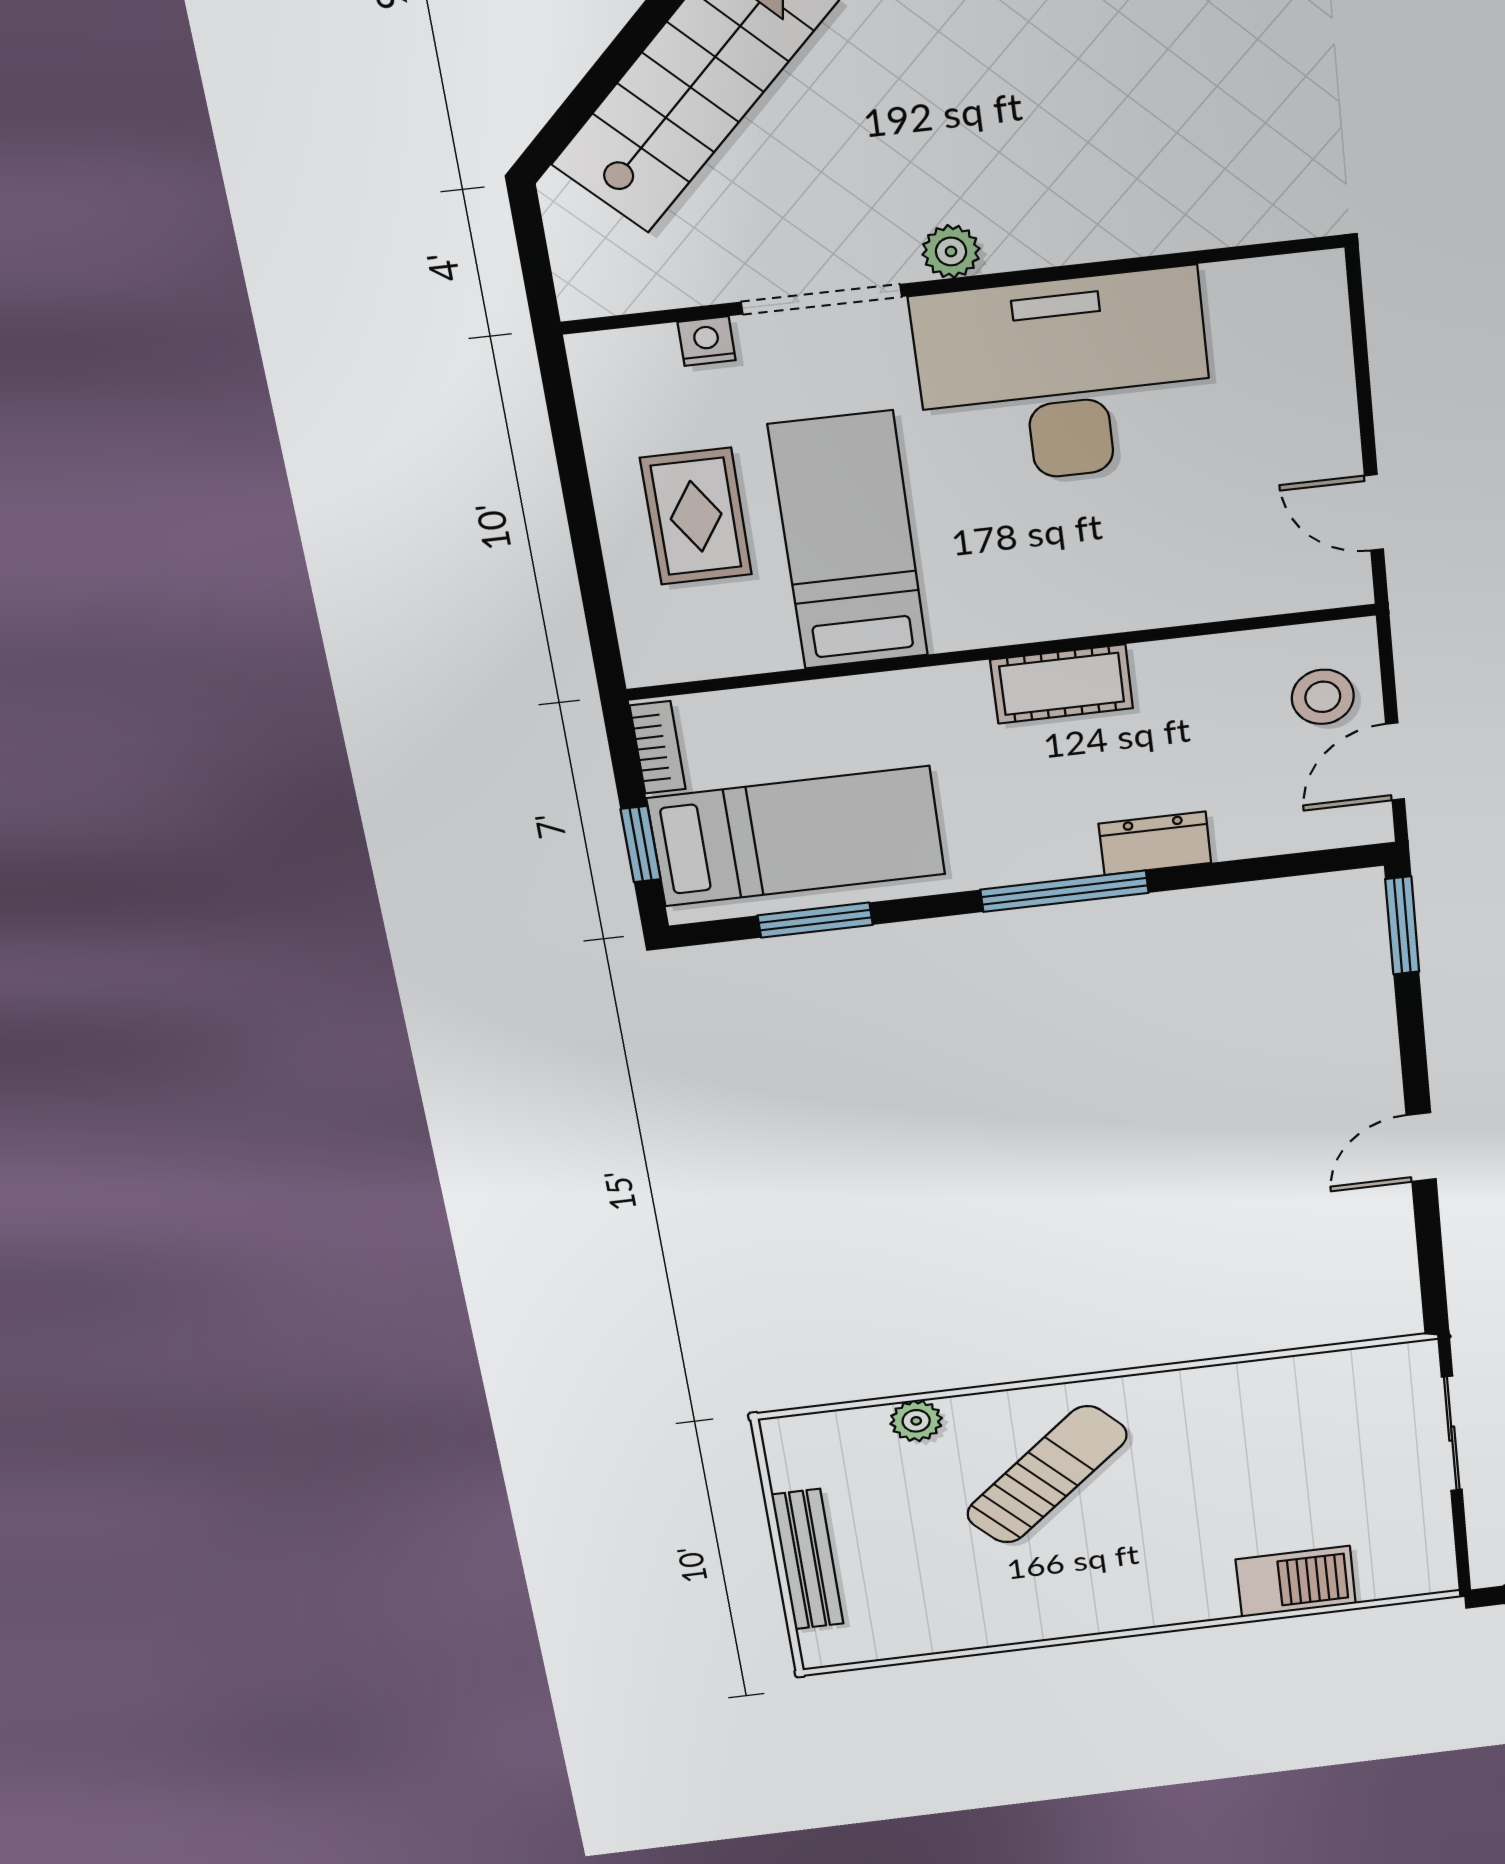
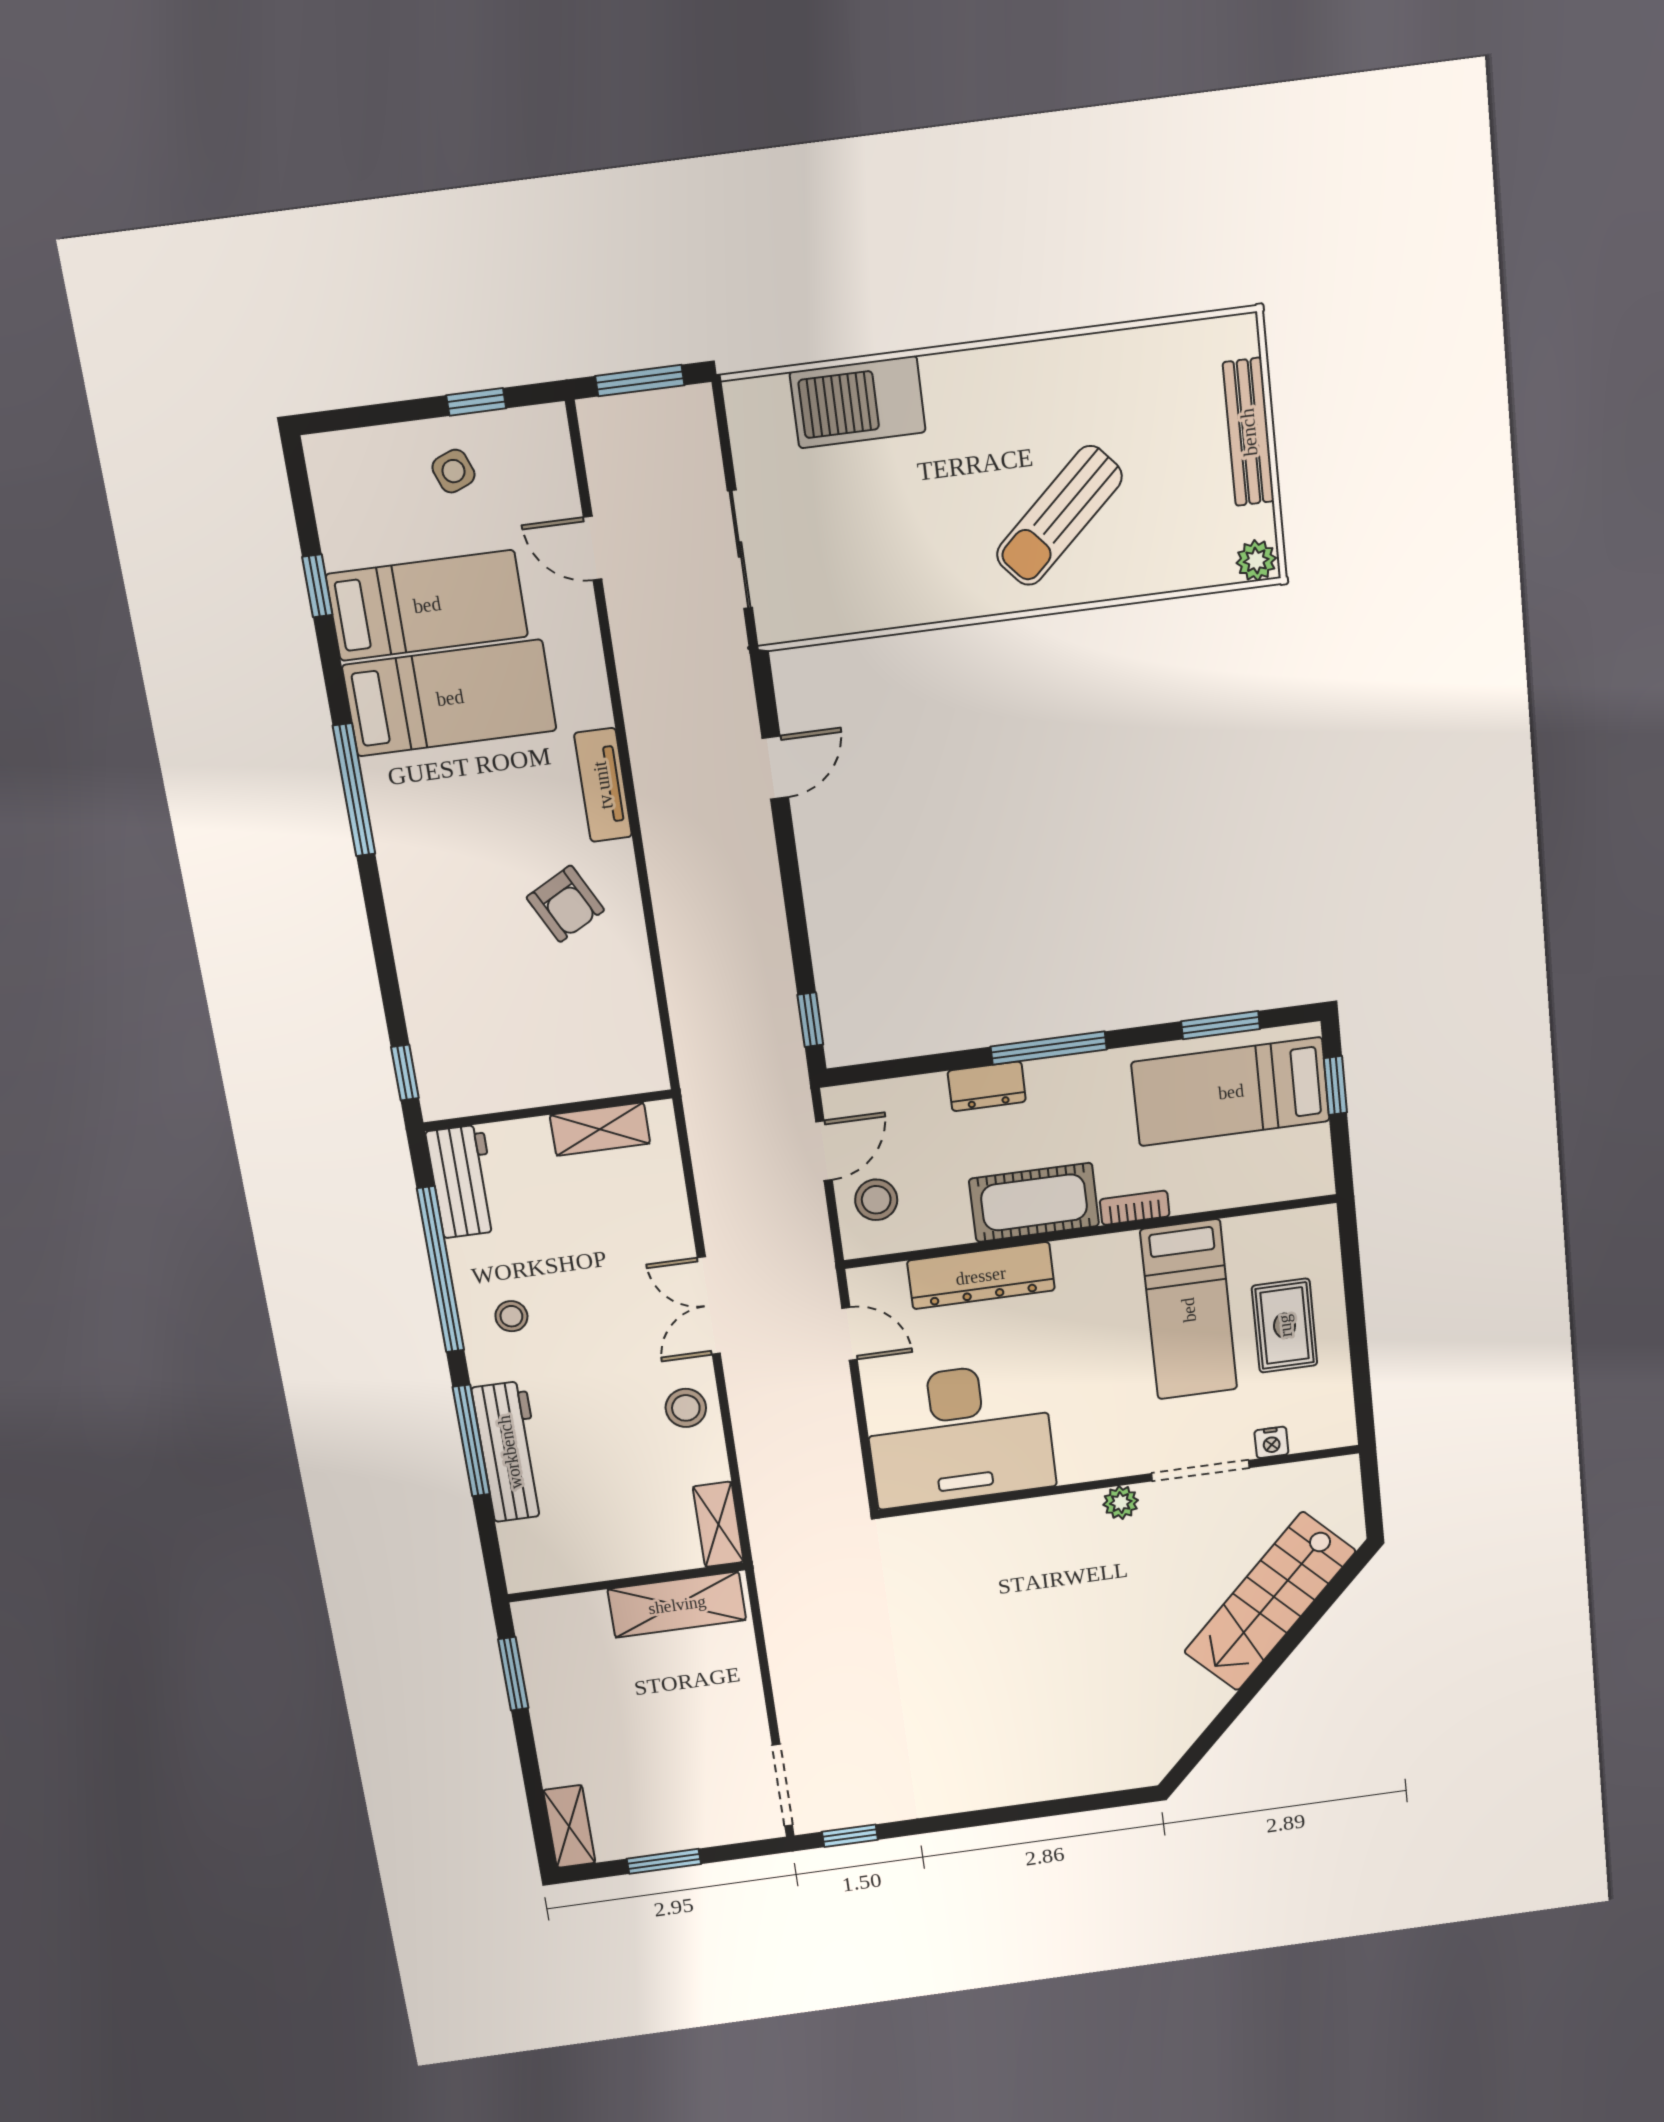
desk: (1064, 378) -> (960, 1434), moved
dresser: (1170, 592) -> (981, 1276), added
cot: (1062, 684) -> (1034, 1202), width x1.37, depth x1.34
bookcase: (658, 747) -> (1135, 1208), moved, turned 90
window: (1402, 926) -> (810, 1020), width x0.67
door: (1421, 1147) -> (775, 768), moved
plant: (916, 1421) -> (1256, 561), moved
barbecue: (1296, 1582) -> (858, 402), width x1.37, depth x1.21

